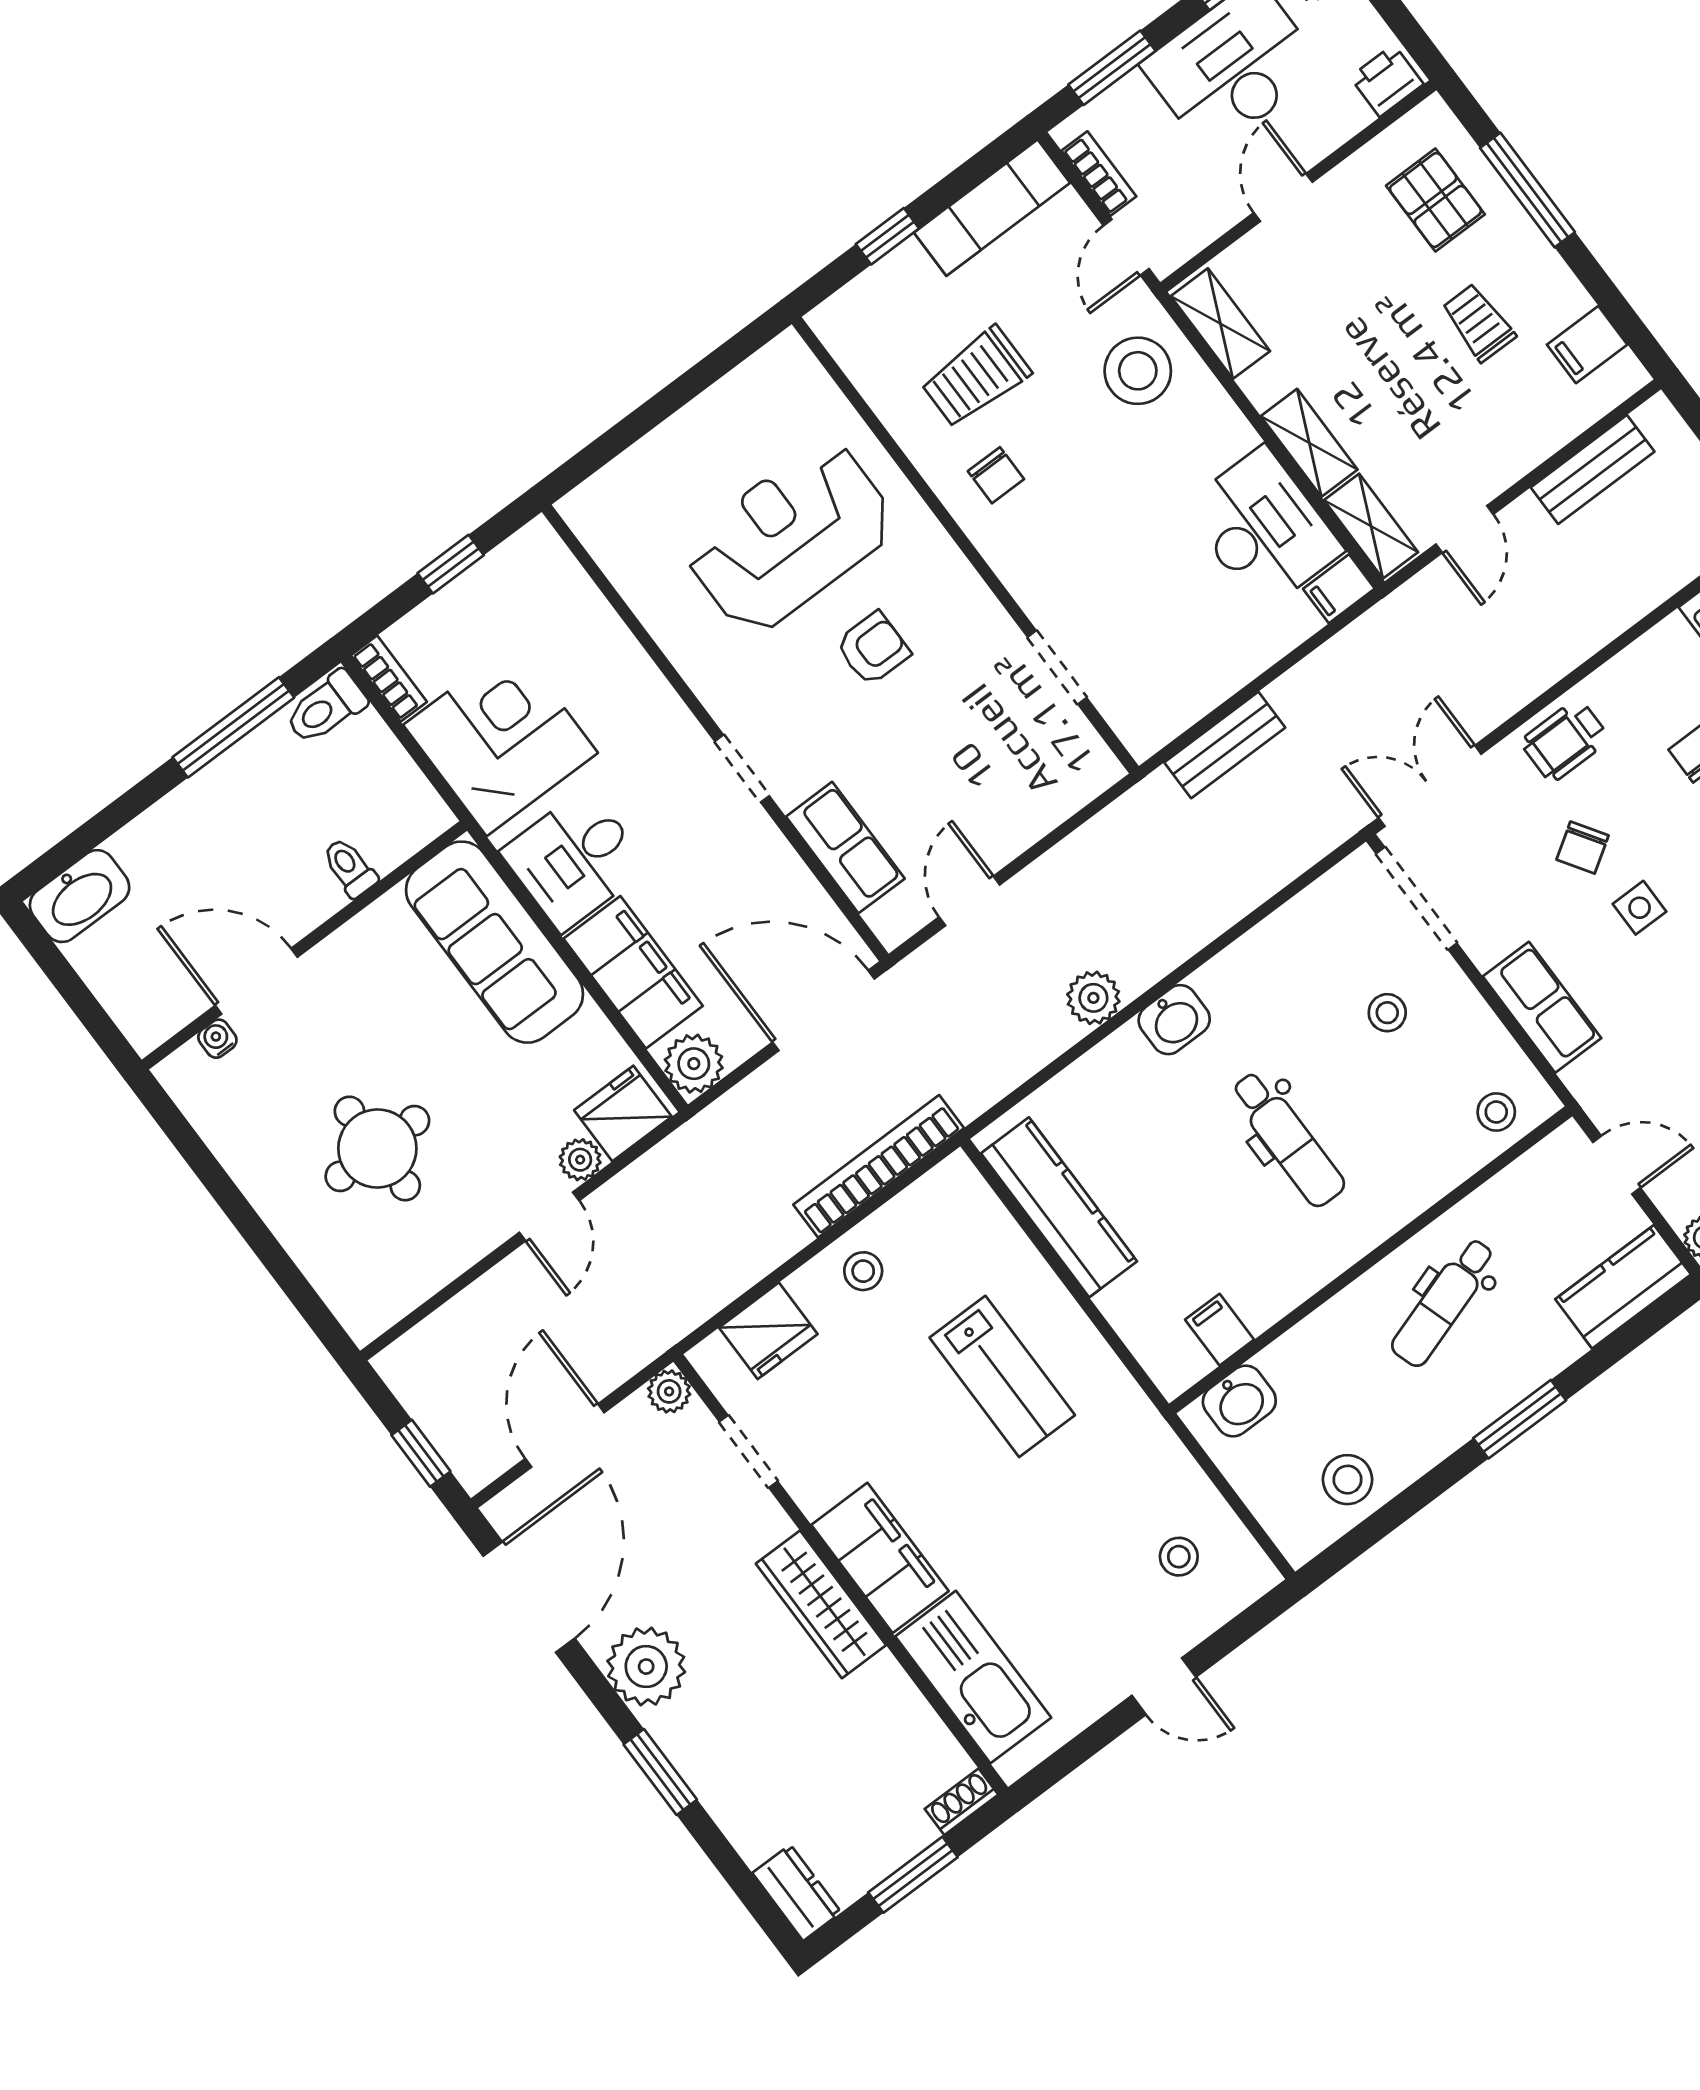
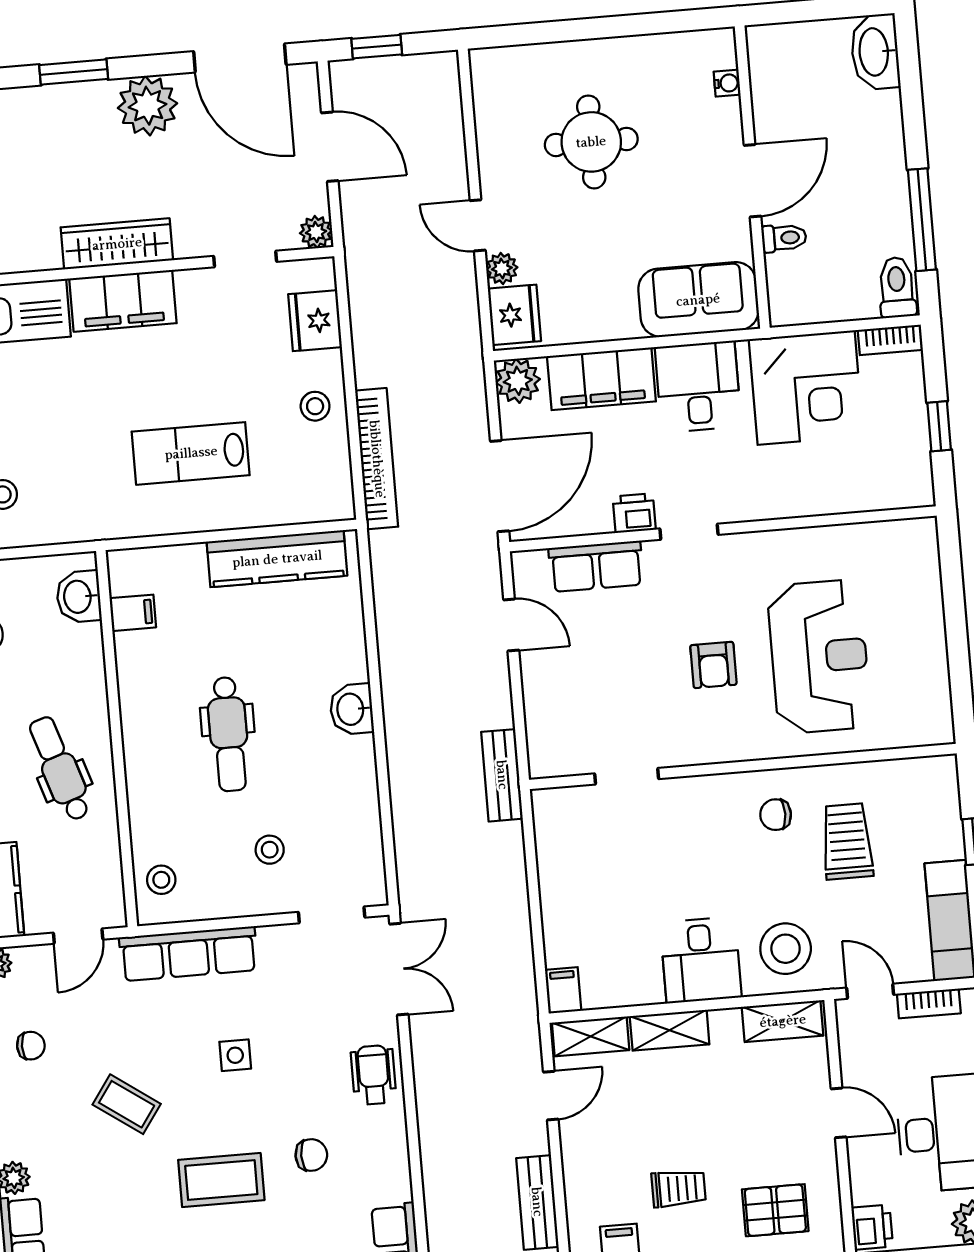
desk: (1263, 529) -> (701, 960), moved, width x0.73
door: (1465, 529) -> (551, 1096), swing flipped
bench: (1225, 745) -> (502, 775), moved
printer: (760, 842) -> (634, 513), added
chair: (1583, 848) -> (297, 1043), removed
doorway: (1416, 898) -> (332, 915), width x0.73
sofa: (494, 942) -> (698, 300), width x0.73
door: (256, 981) -> (753, 181), moved
plant: (1093, 998) -> (398, 666), removed
row of seats: (1542, 1007) -> (188, 954), width x1.48
dental chair: (1288, 1139) -> (228, 734), turned -90

